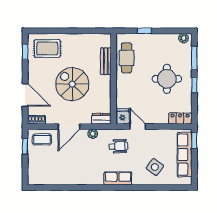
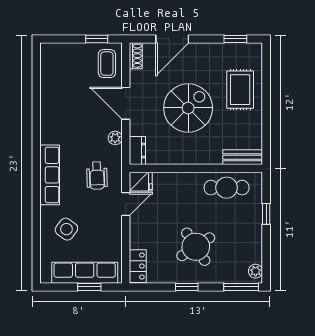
rug: (47, 48) -> (240, 90), moved
window: (194, 58) -> (241, 287), moved
bench: (106, 61) -> (243, 157), moved
round table: (167, 79) -> (196, 247), turned -33
window: (194, 140) -> (89, 287), moved
row of seats: (118, 178) -> (50, 175), width x1.48

